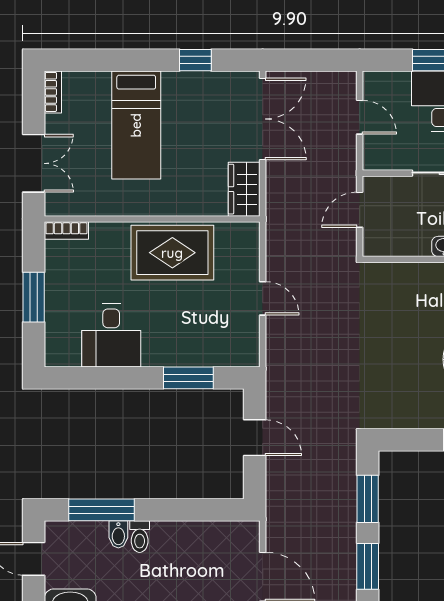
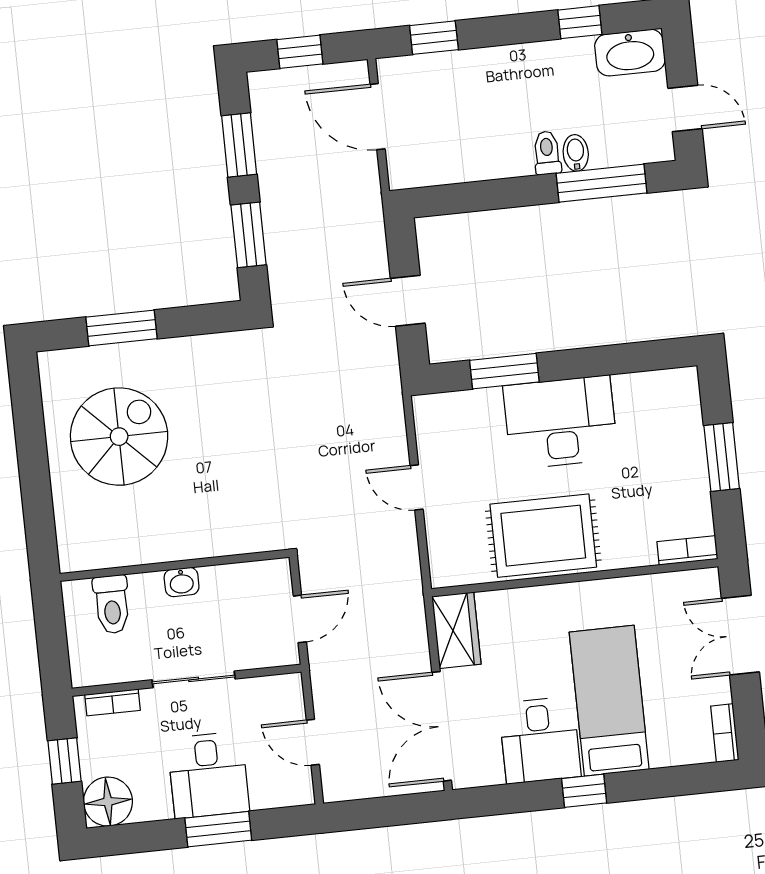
window: (195, 60) -> (584, 791), moved
desk: (191, 101) -> (540, 740), added
desk: (111, 335) -> (561, 422), moved, width x1.37

